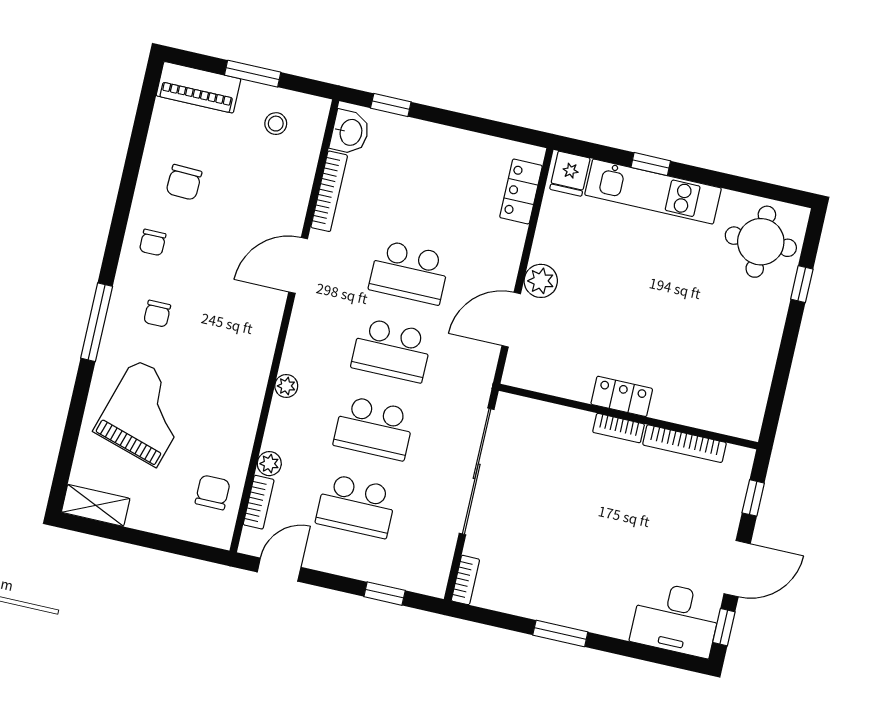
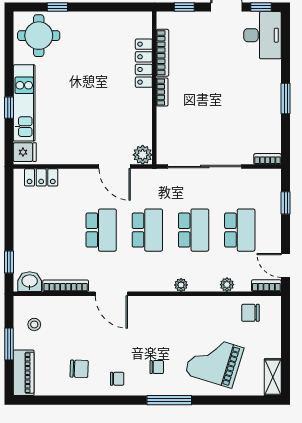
plant: (541, 281) -> (143, 155), moved
locker: (622, 396) -> (144, 63), moved, width x1.53
bookcase: (259, 502) -> (266, 286), moved

